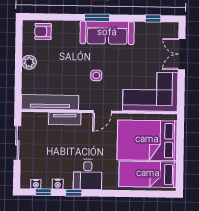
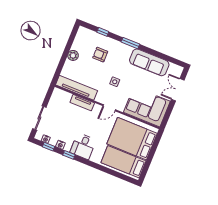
window: (153, 19) -> (103, 32), moved
armchair: (43, 31) -> (100, 55), moved
sofa: (107, 33) -> (149, 62), moved
sliding door: (17, 143) -> (39, 118), moved

